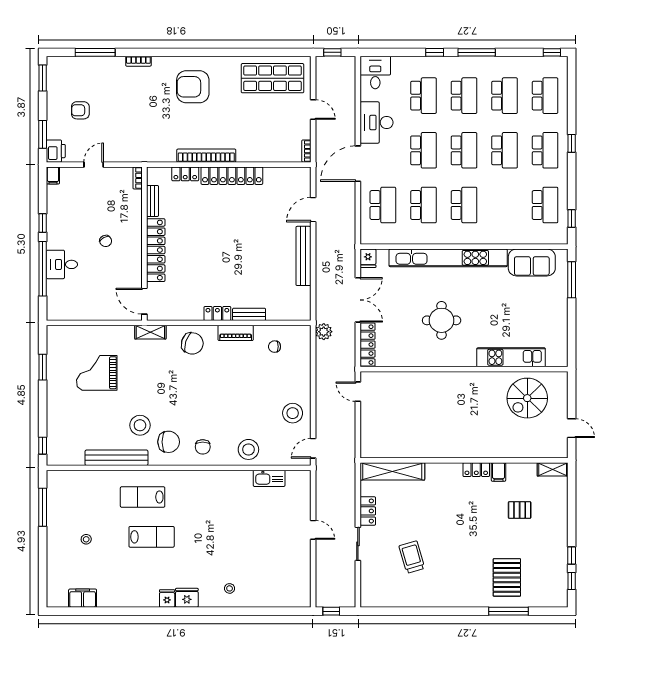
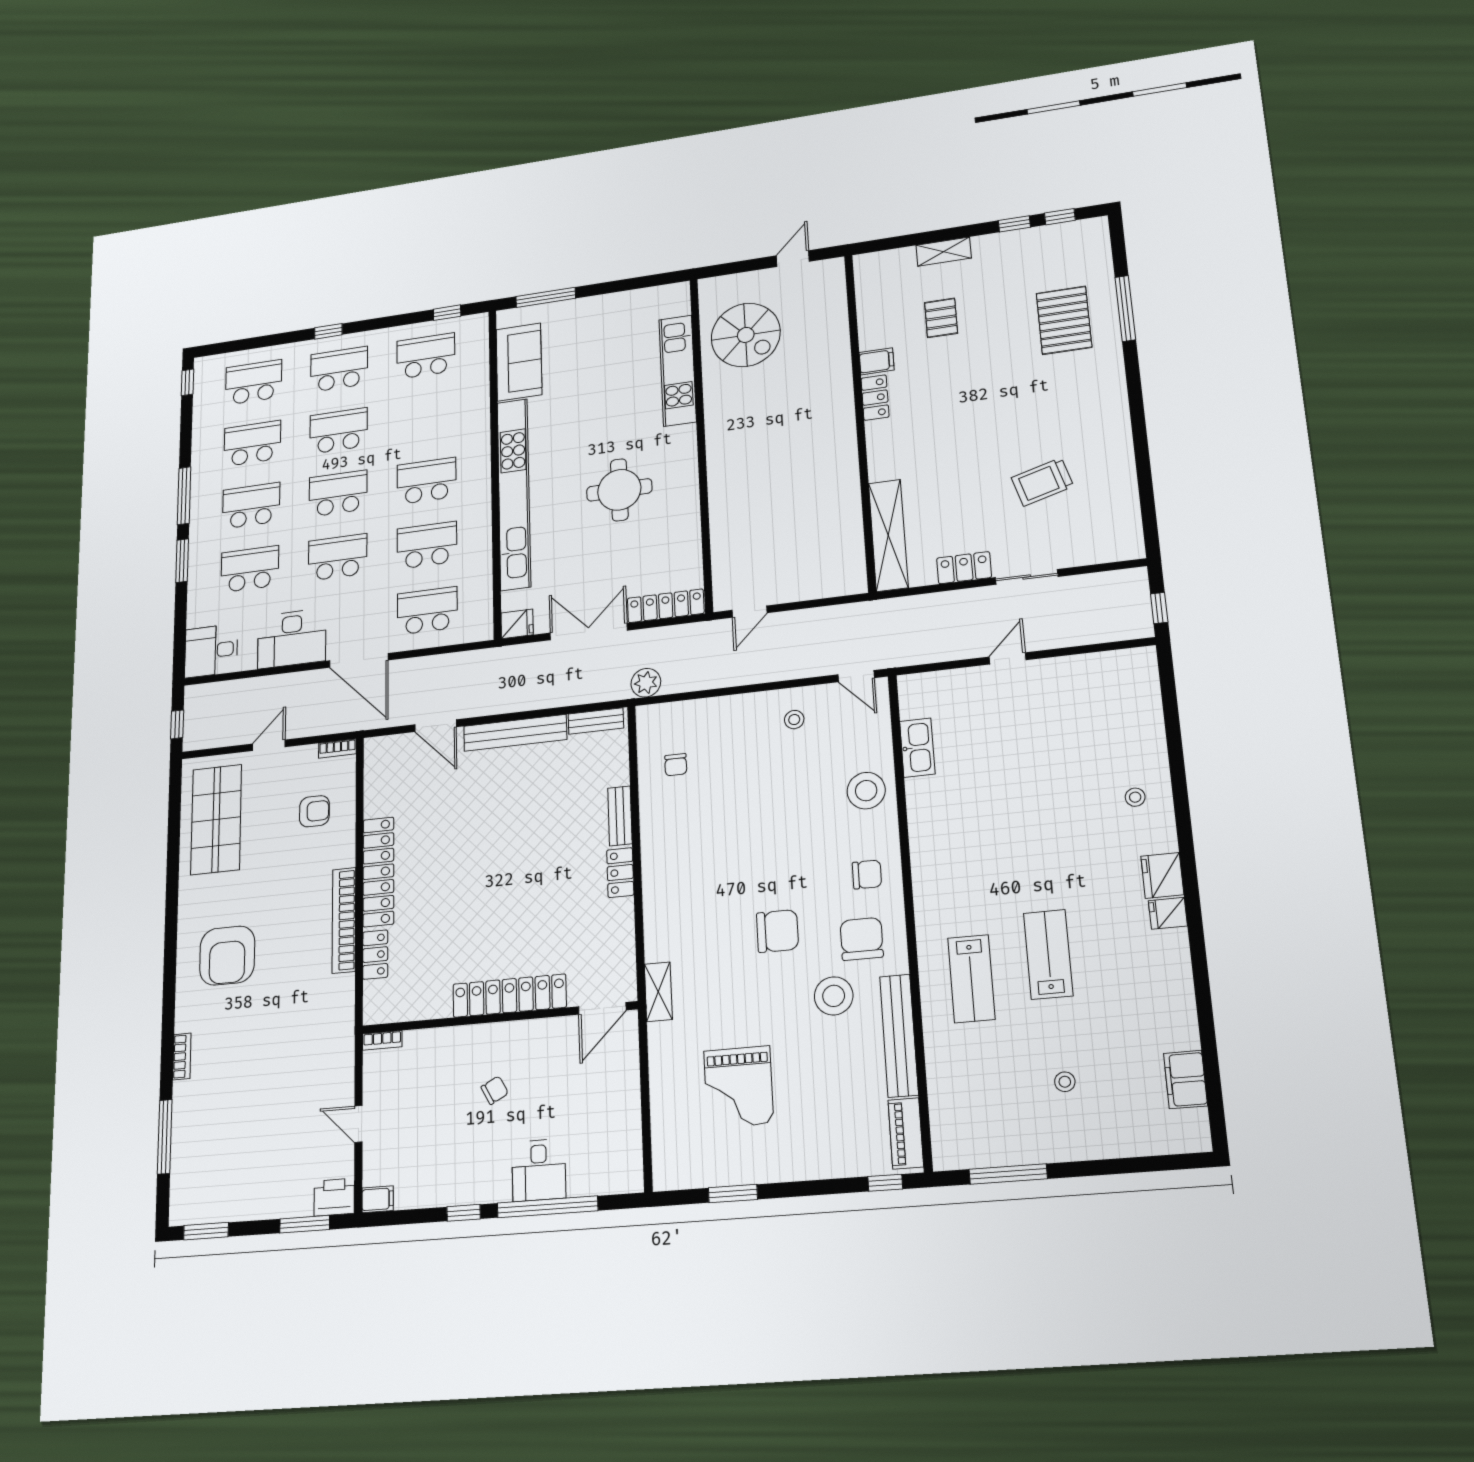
window: (435, 52) -> (182, 561), width x1.50
armchair: (80, 110) -> (314, 811), moved, turned -90
bench: (153, 201) -> (596, 721), moved
piano: (236, 333) -> (906, 1133), moved, turned 180
chair: (192, 343) -> (777, 931), moved, turned 72
stool: (293, 413) -> (794, 720), width x0.53, depth x0.53
shelving: (553, 469) -> (944, 252), moved, turned 90
pallet: (507, 577) -> (1064, 320), turned 90

